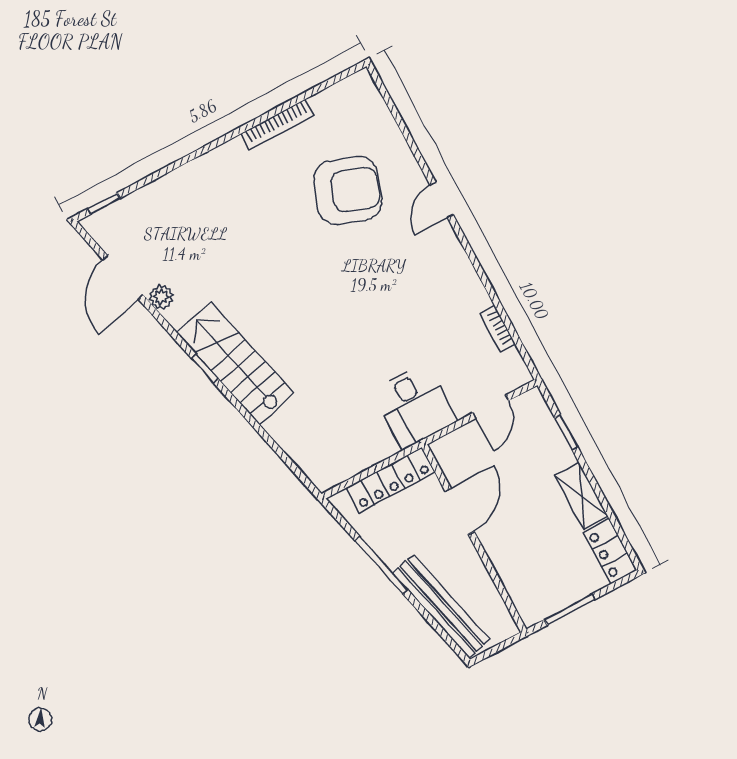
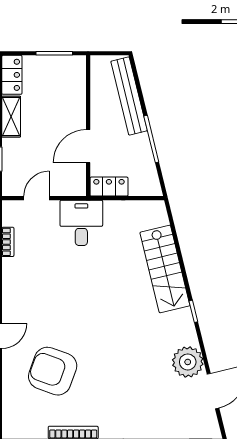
plant: (161, 297) -> (188, 362), width x1.87, depth x1.87
stairs: (235, 363) -> (165, 269), moved
locker: (391, 480) -> (109, 187), width x0.66

